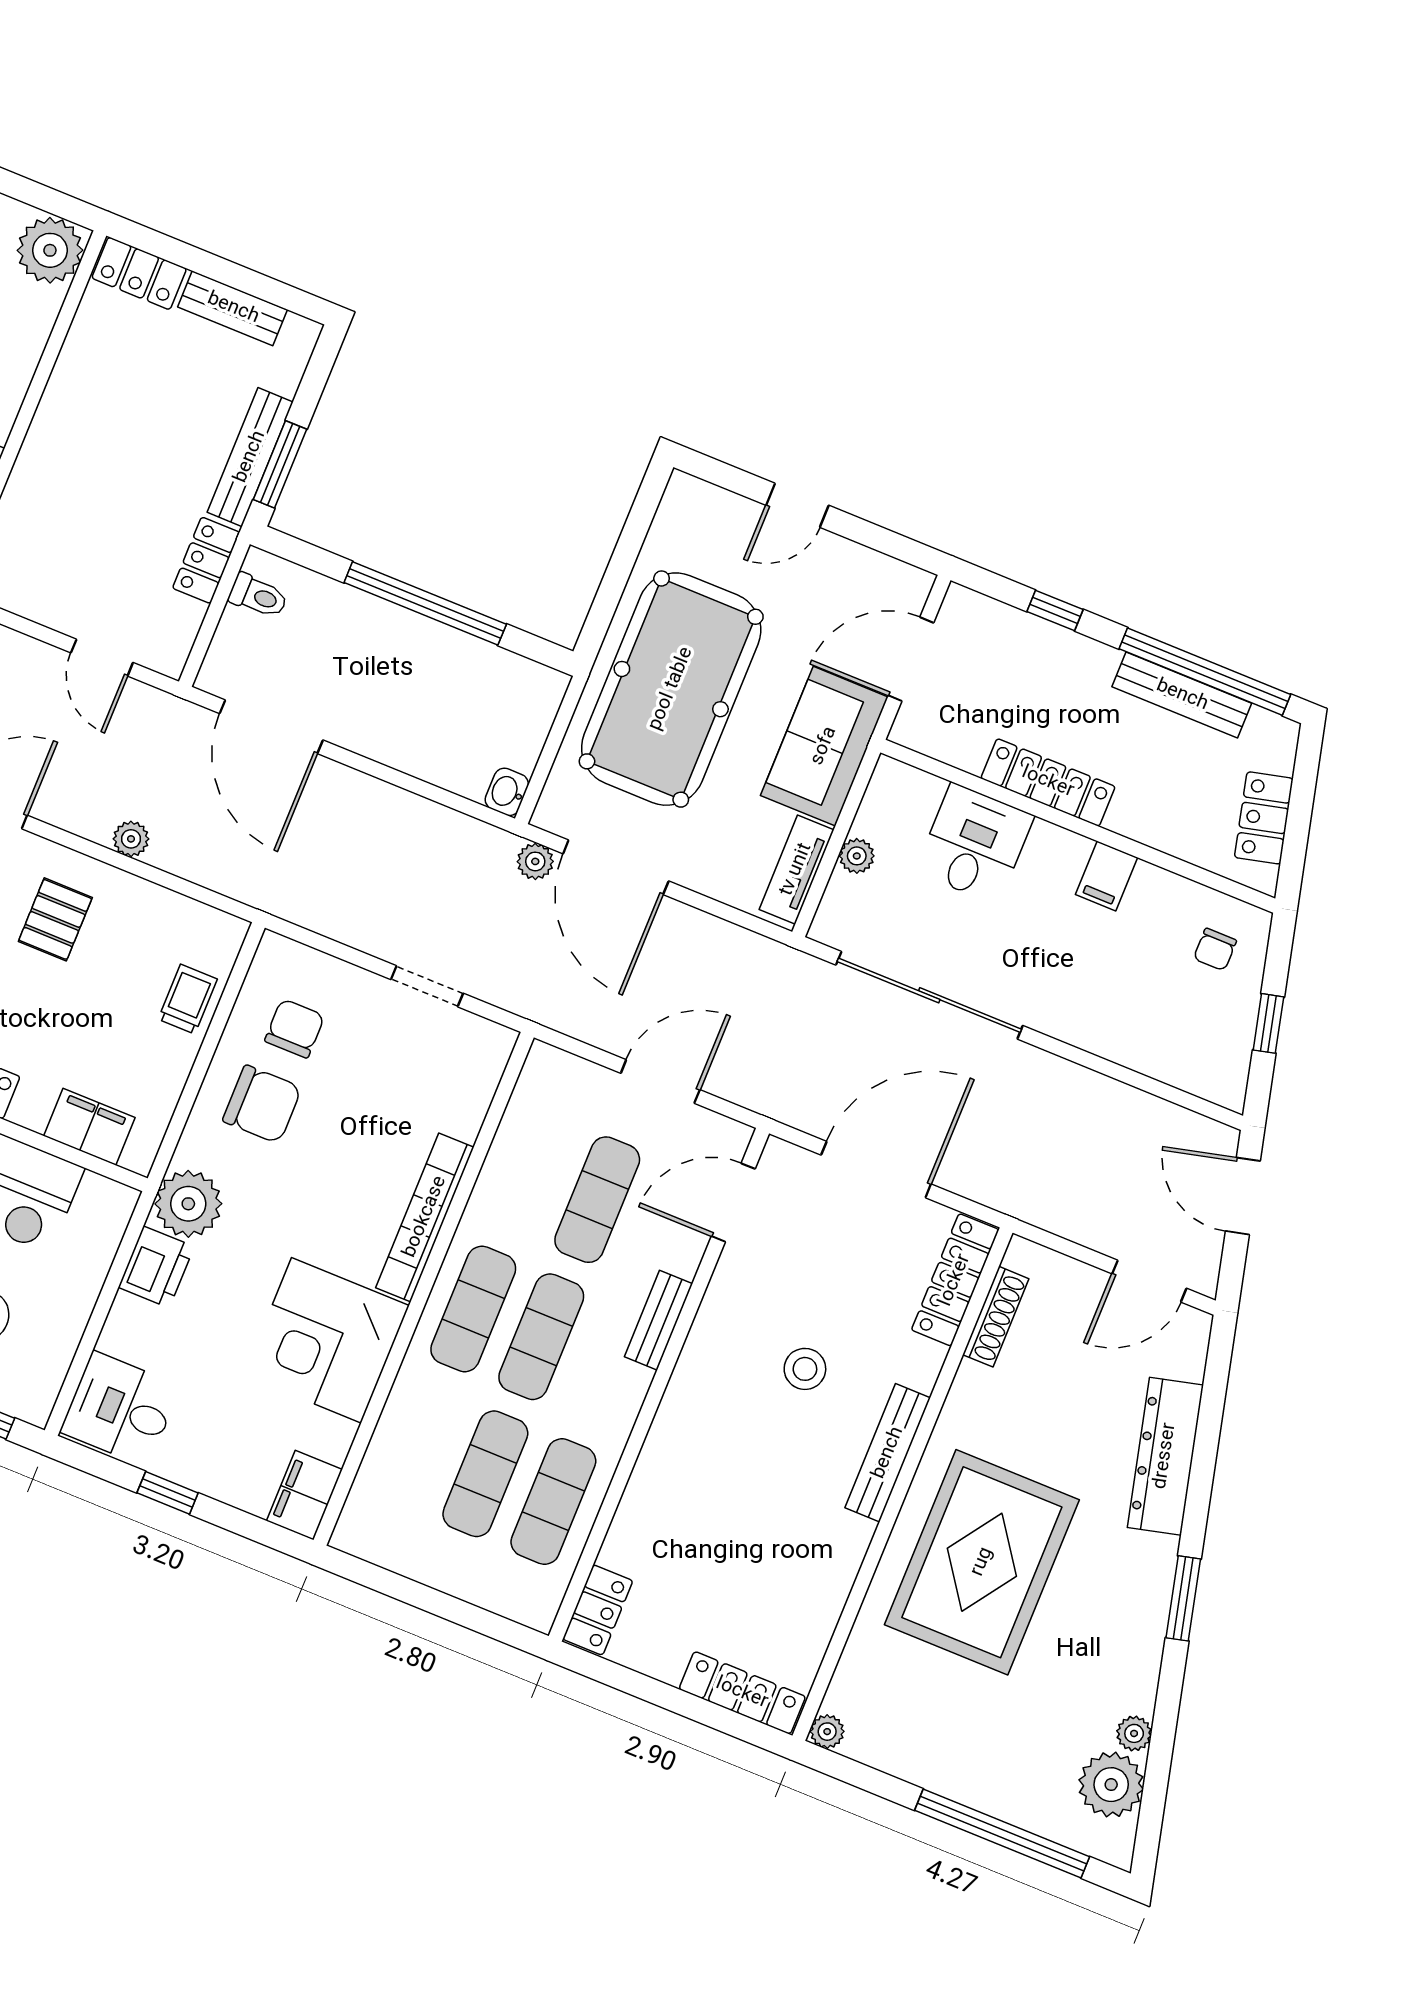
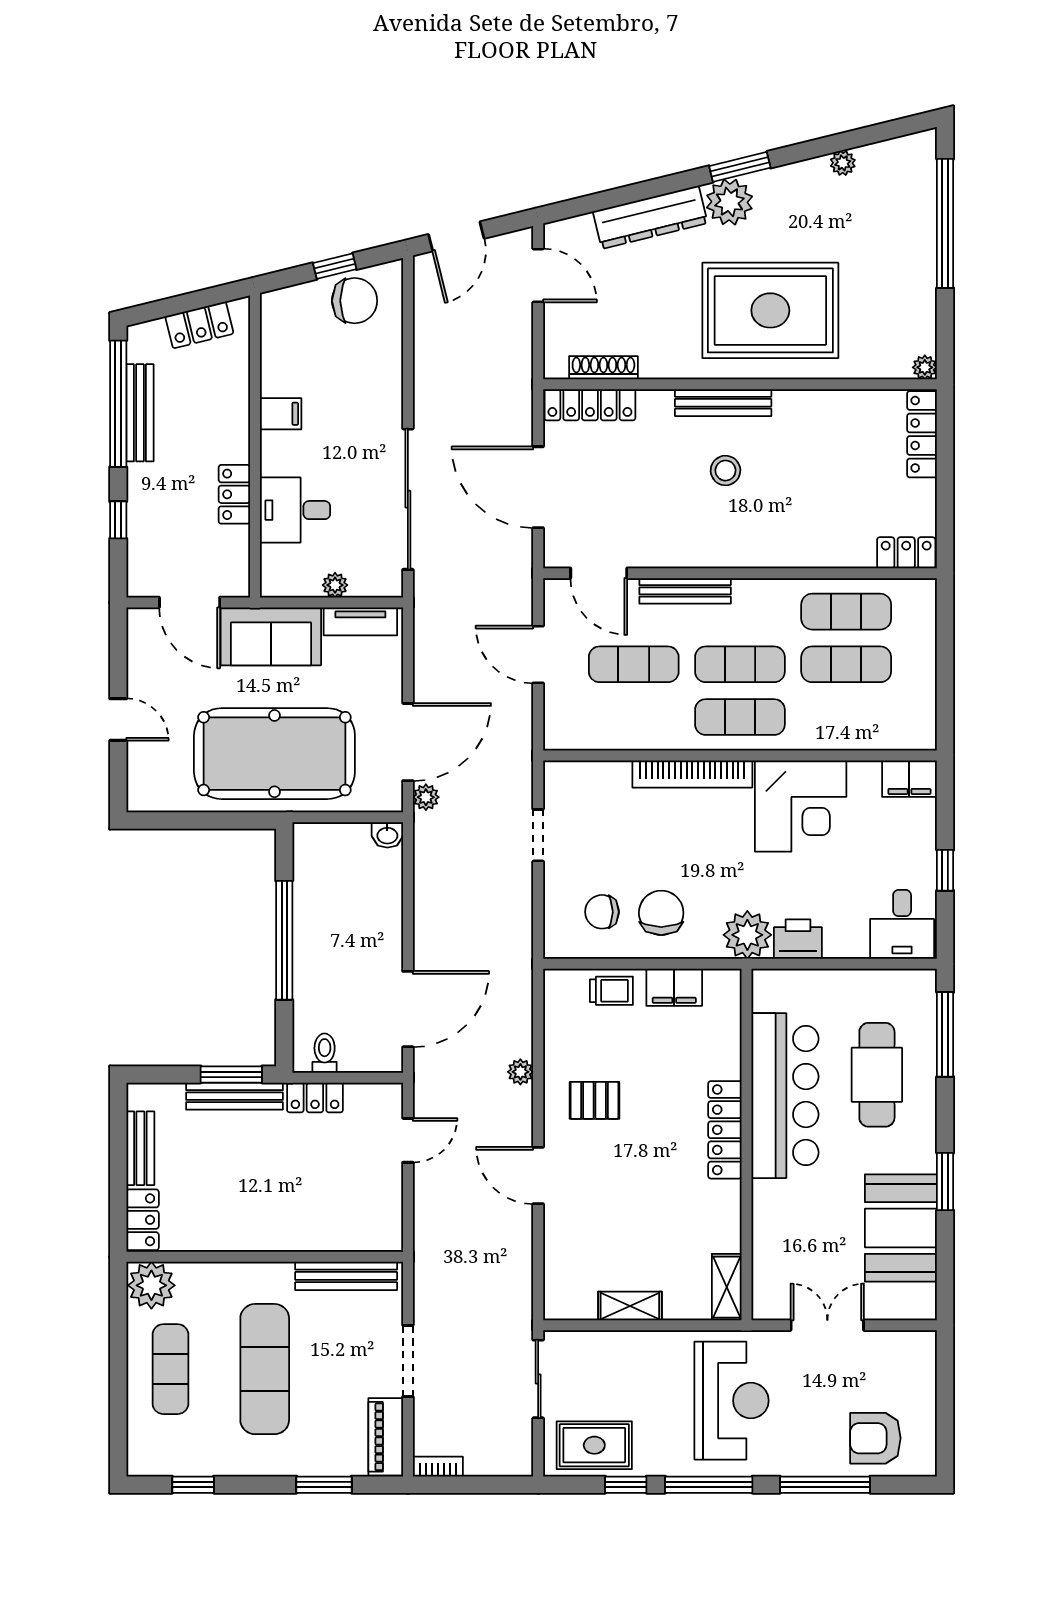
locker: (1048, 782) -> (234, 494), width x0.66
chair: (1215, 949) -> (355, 301), moved, width x1.87, depth x1.87
trolley: (188, 999) -> (611, 991), turned 180
filing cabinet: (89, 1127) -> (674, 987), moved, turned -90
bench: (659, 1320) -> (685, 591), width x1.36
stool: (805, 1369) -> (725, 471), moved
plant: (1111, 1785) -> (729, 202), moved

